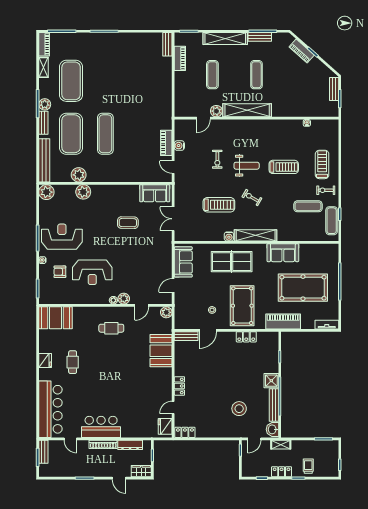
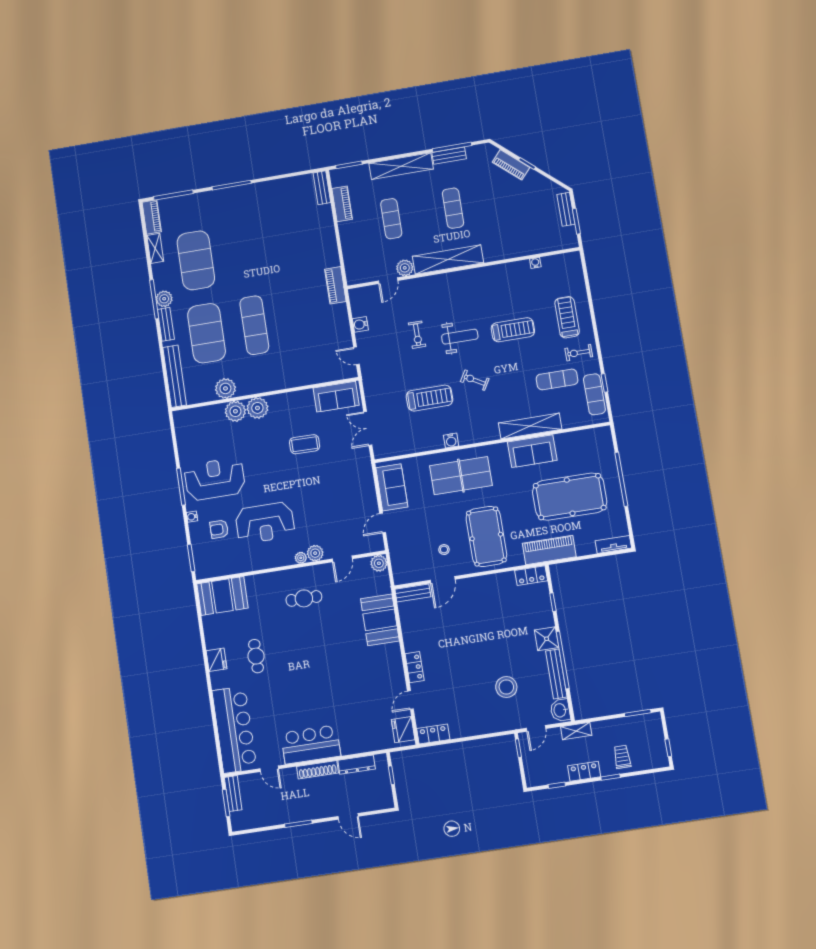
piano: (166, 143) -> (335, 285), moved
plant: (46, 192) -> (257, 408), moved
shelving: (256, 235) -> (530, 426), moved
locker: (246, 337) -> (531, 576), moved
wardrobe: (141, 471) -> (379, 801), removed

